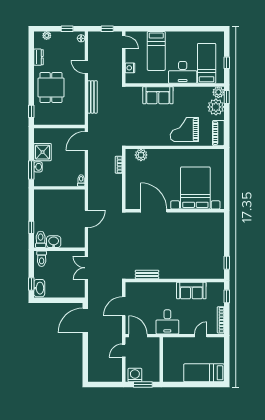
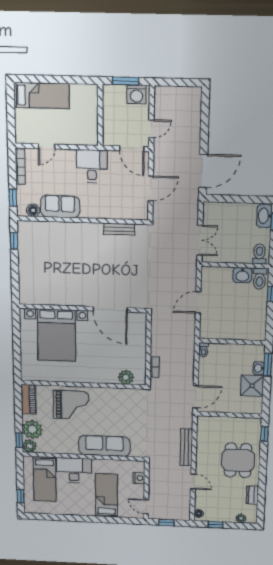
window: (227, 63) -> (21, 496), moved
sofa: (158, 95) -> (104, 446), width x1.36
floor lamp: (212, 287) -> (33, 210), added

